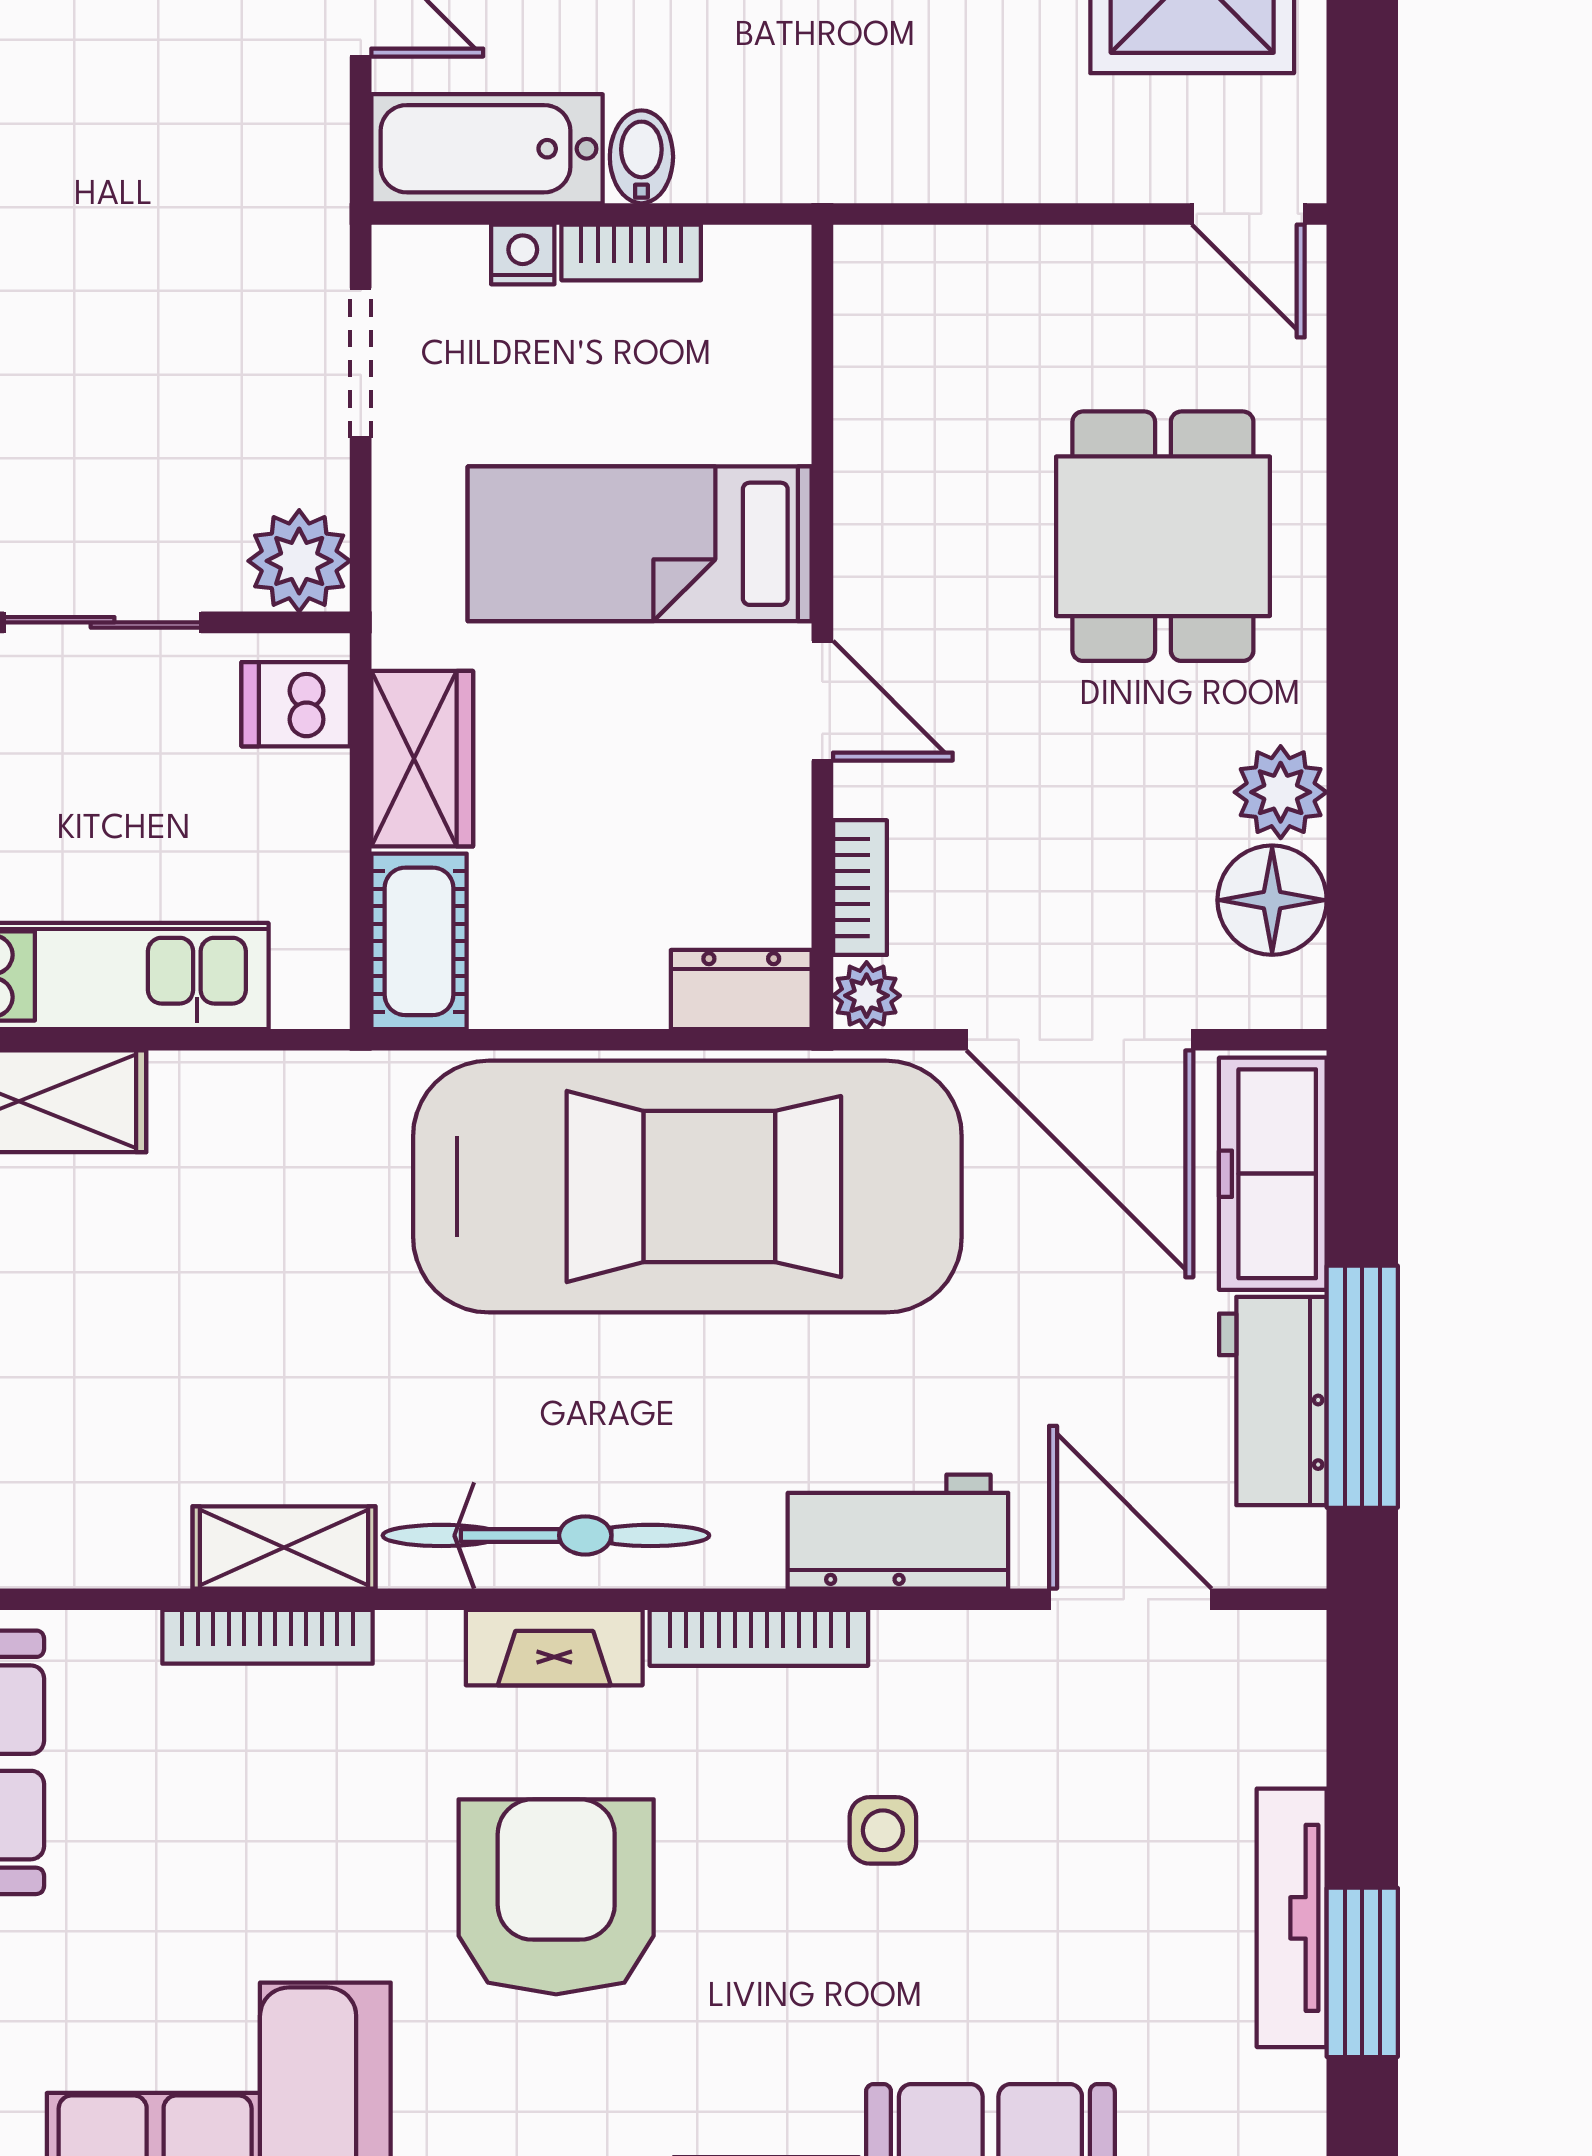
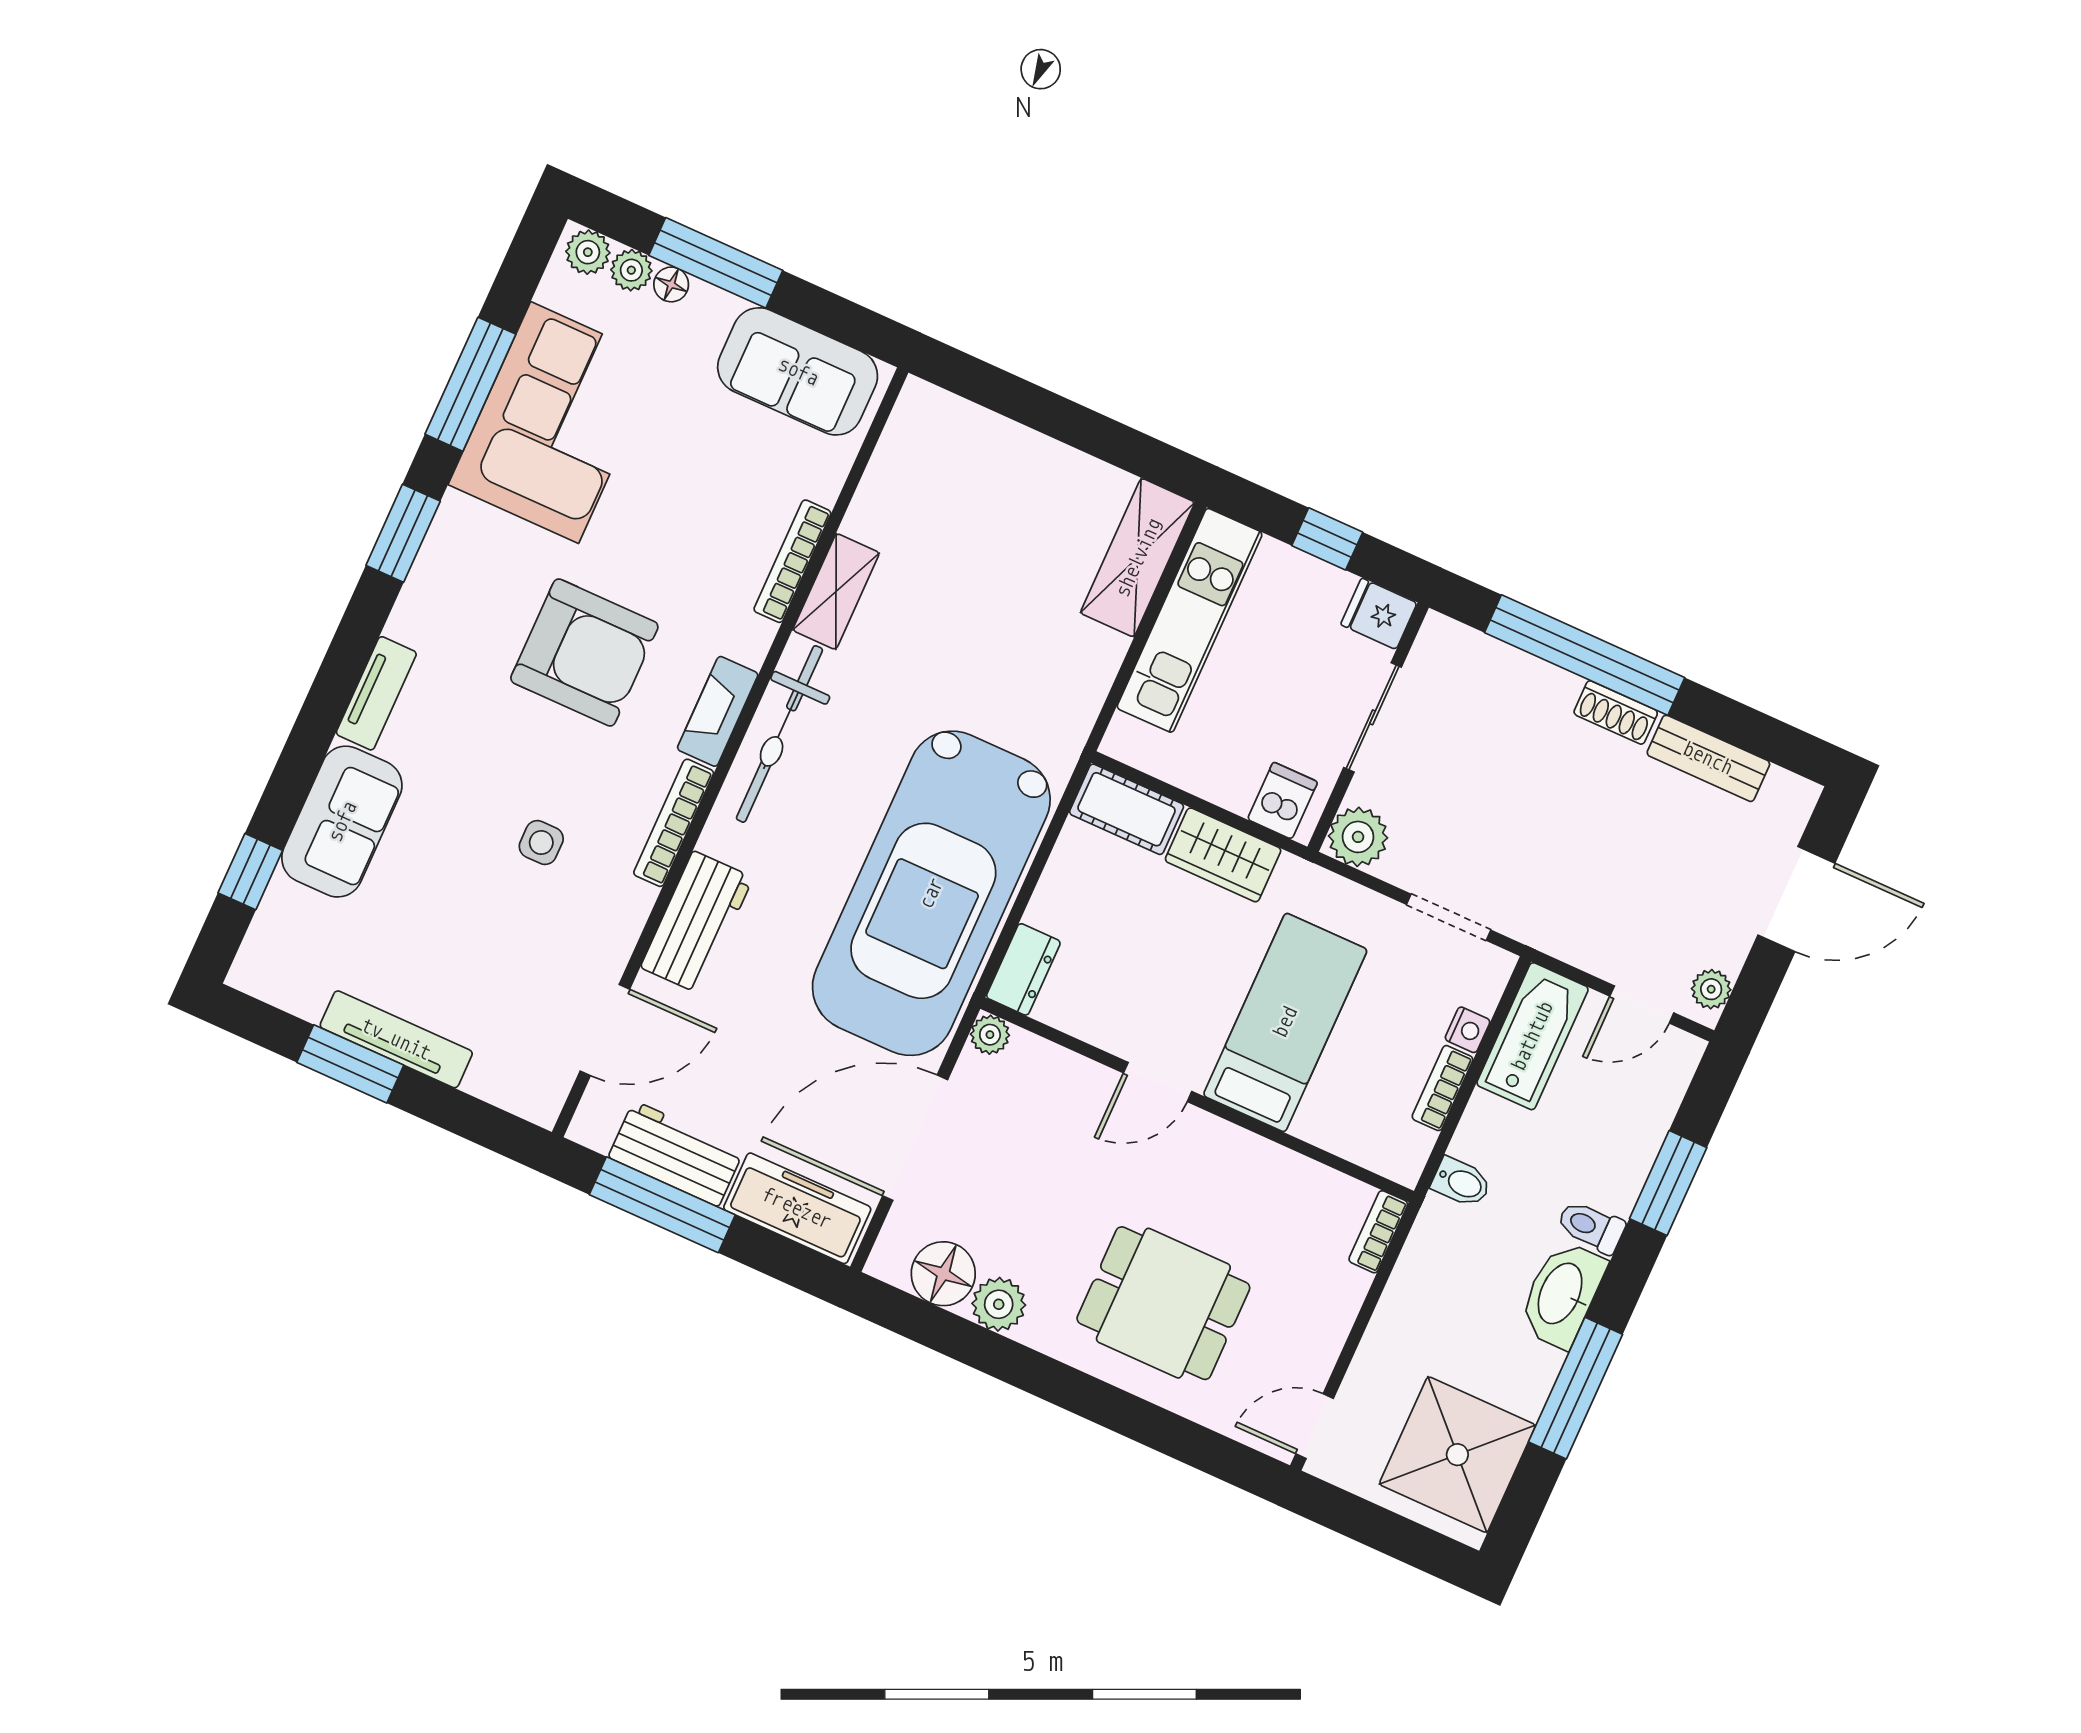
bidet: (641, 157) -> (1461, 1182), moved
bookcase: (860, 888) -> (1378, 1232), moved, turned 90

